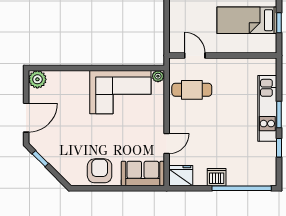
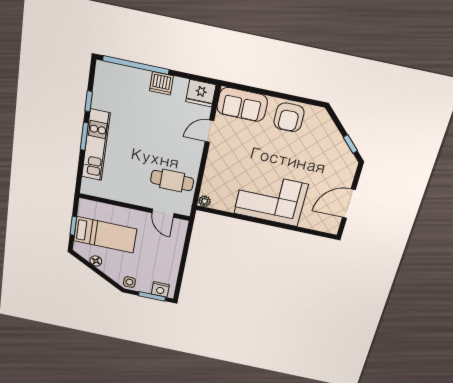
plant: (37, 79) -> (330, 224), removed
corner sofa: (120, 92) -> (271, 199), moved
door: (26, 118) -> (349, 204), moved

